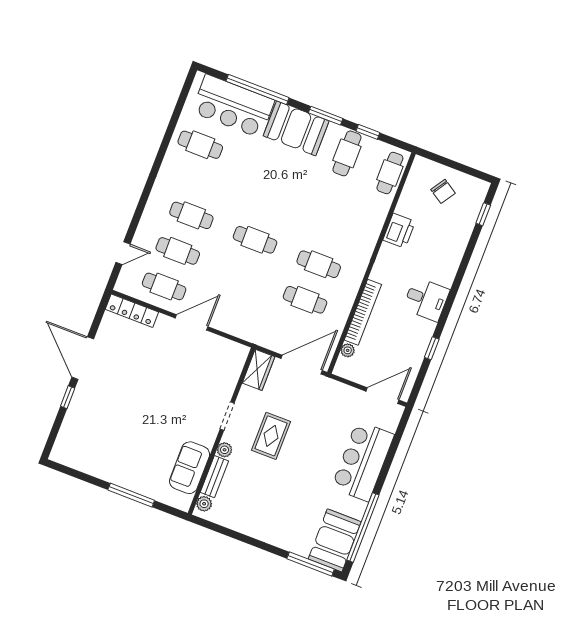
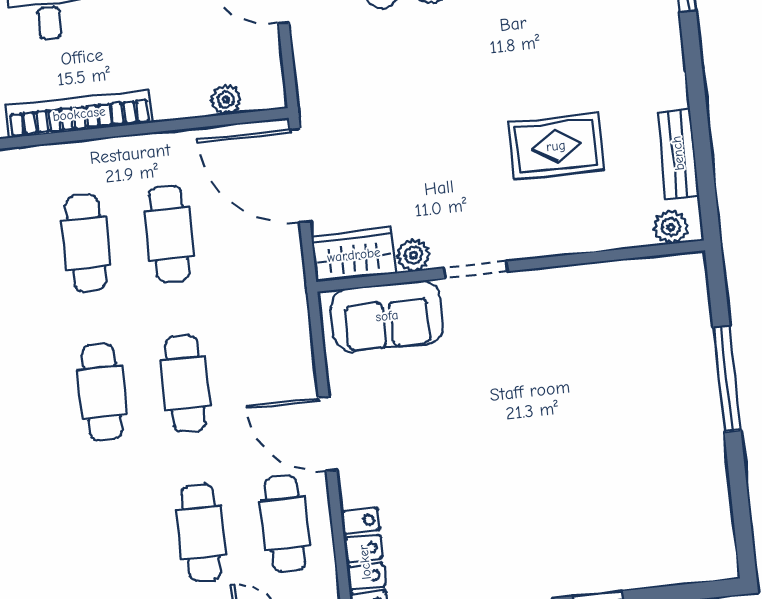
cafe table: (191, 215) -> (185, 383), moved
bookcase: (363, 312) -> (79, 114), moved
rug: (271, 436) -> (556, 146), moved
plant: (225, 450) -> (414, 255), moved
sofa: (190, 468) -> (387, 316), moved
bench: (214, 477) -> (678, 153), moved, turned 90

